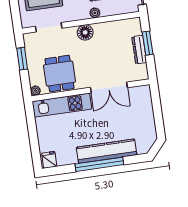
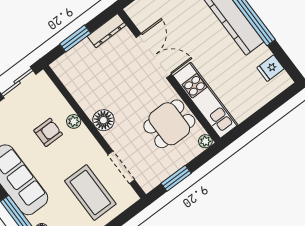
dresser: (139, 50) -> (107, 31), moved
fridge: (49, 160) -> (271, 68), moved

